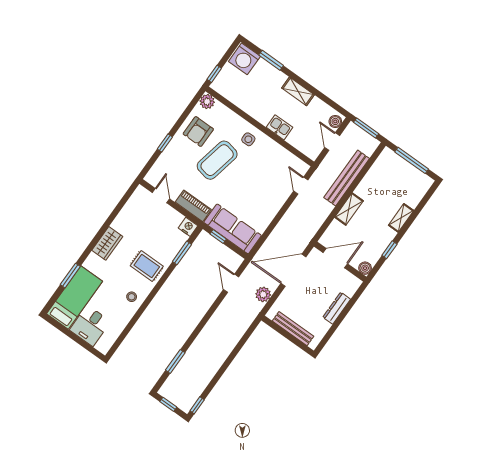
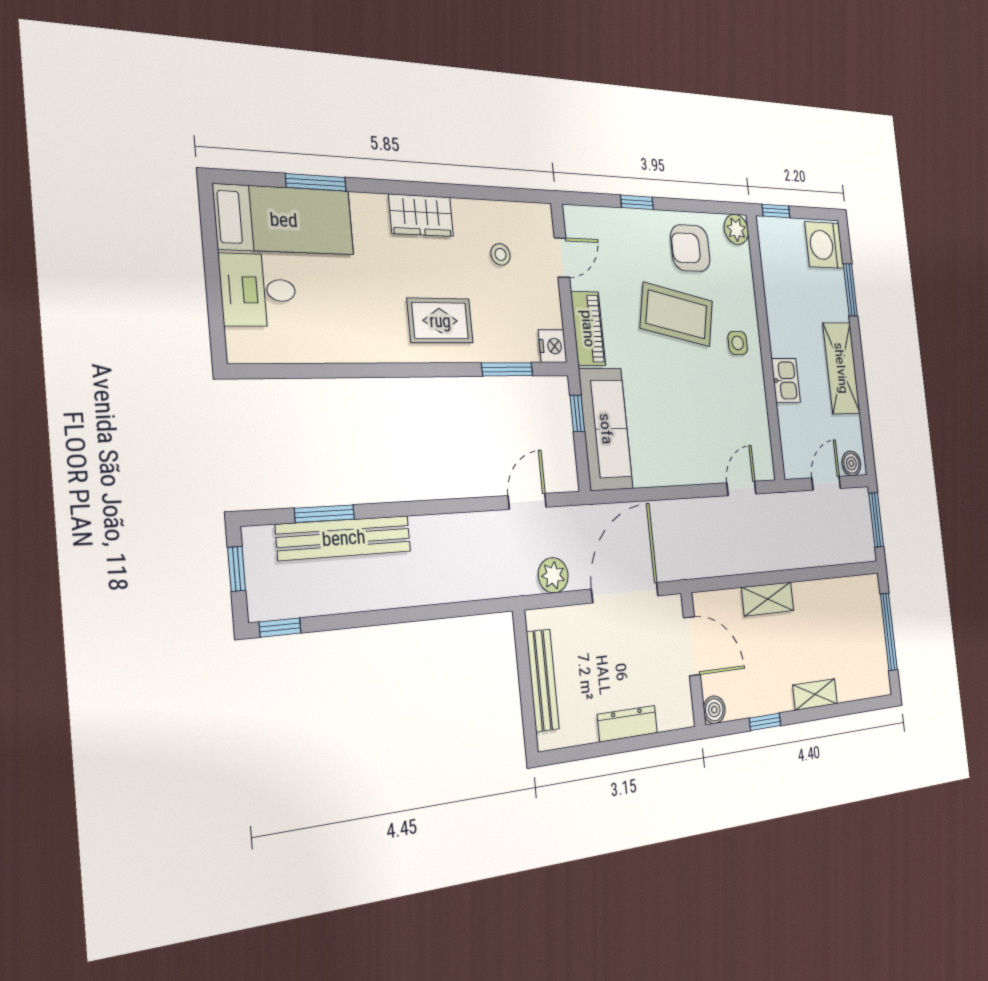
shelving: (298, 91) -> (841, 368), width x1.50, depth x1.33
bench: (347, 178) -> (344, 538), moved
rug: (147, 266) -> (440, 321), turned 90
door: (293, 270) -> (625, 593), hinge flipped
stool: (132, 297) -> (500, 254), moved

